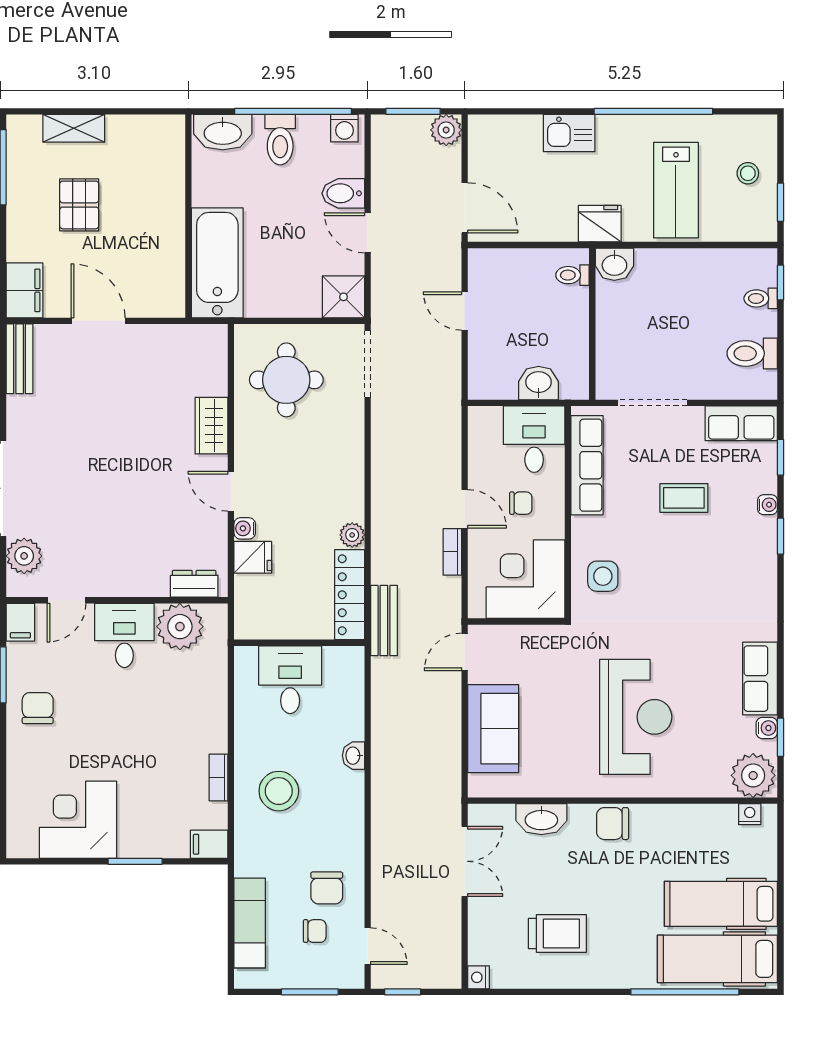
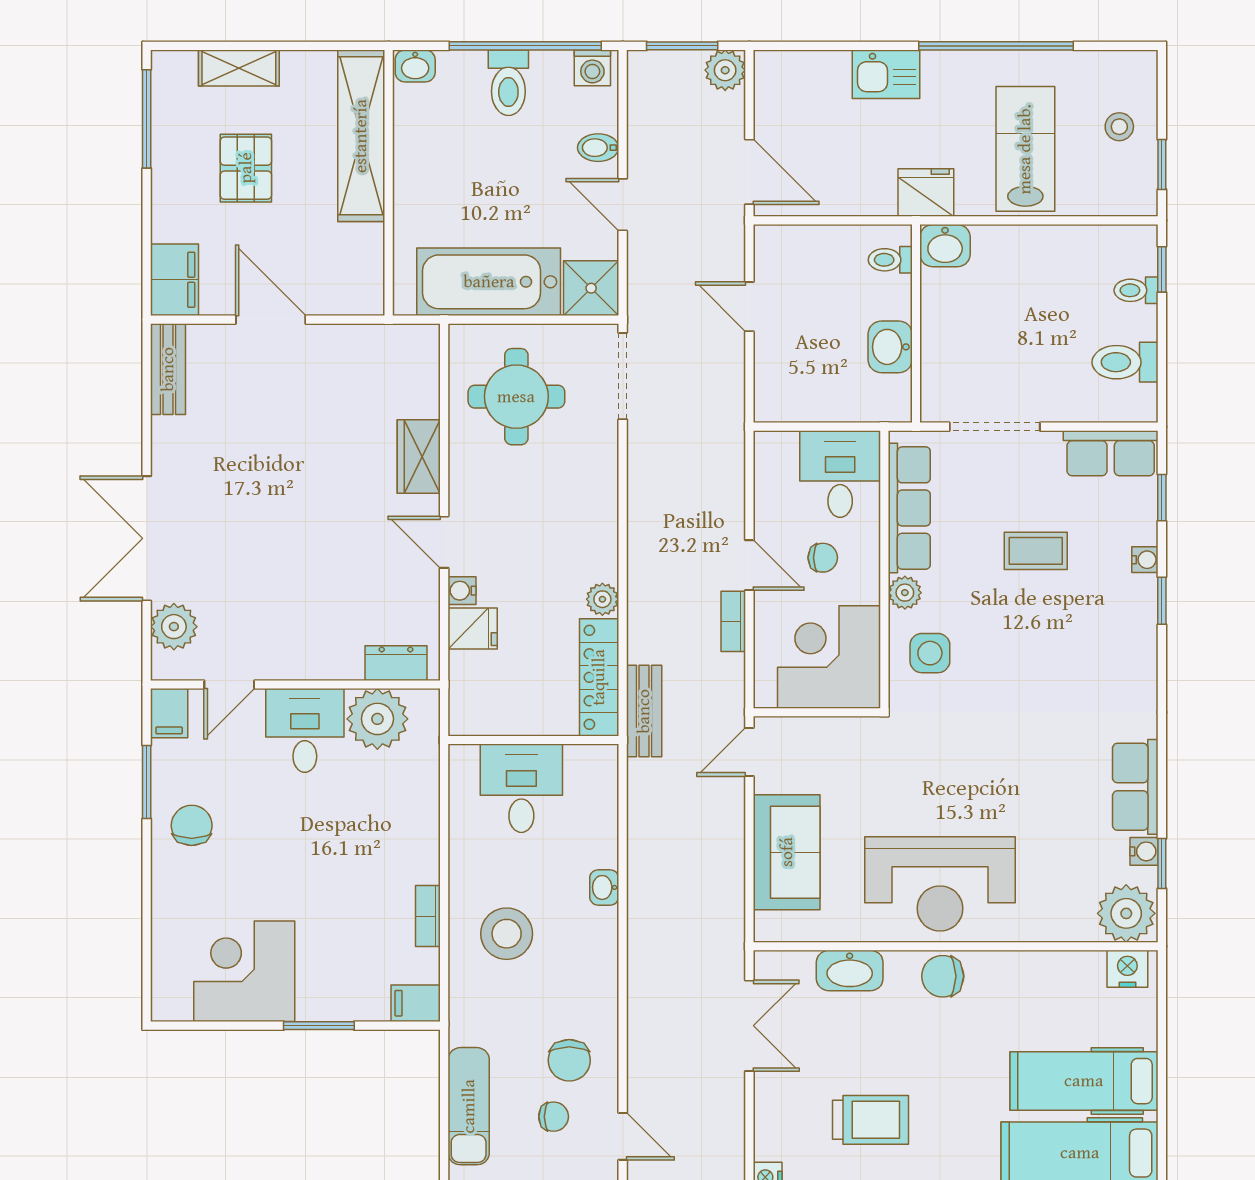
washbasin: (223, 132) -> (415, 66), width x0.52, depth x0.69
shelving: (167, 180) -> (361, 136), added
lab bench: (676, 190) -> (1025, 149), turned 180
bidet: (343, 193) -> (598, 148), width x0.72, depth x0.74
bathtub: (217, 263) -> (489, 282), moved, turned -90
washbasin: (539, 383) -> (890, 347), moved, turned -90
plant: (584, 530) -> (905, 593), added
reception desk: (636, 717) -> (940, 884), moved, turned 90
nightstand: (750, 814) -> (1127, 969), width x1.39, depth x1.35

